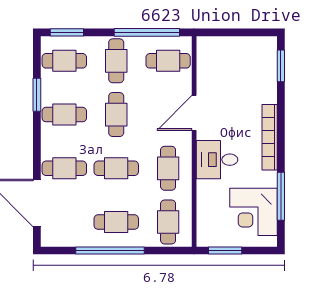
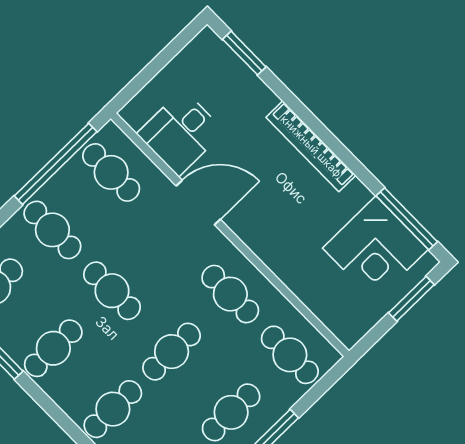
cafe table: (168, 61) -> (111, 172), turned 90
door: (194, 113) -> (198, 203), swing flipped
desk: (217, 160) -> (181, 133), moved
window: (281, 196) -> (407, 219), moved
window: (225, 250) -> (411, 299), moved

